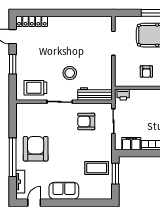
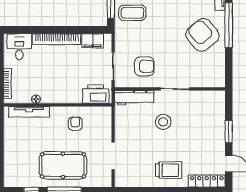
trolley: (35, 88) -> (169, 170), moved
printer: (123, 95) -> (96, 94), width x1.87, depth x1.48
armchair: (36, 149) -> (202, 35), turned 140

